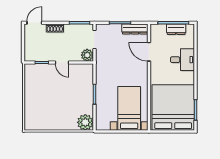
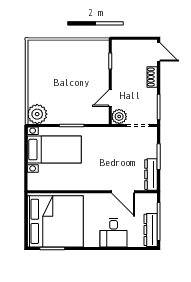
dresser: (176, 29) -> (151, 230), width x1.44
door: (149, 52) -> (123, 192), swing flipped
door: (62, 62) -> (110, 98), moved
bed with nightstands: (129, 108) -> (54, 150), moved

